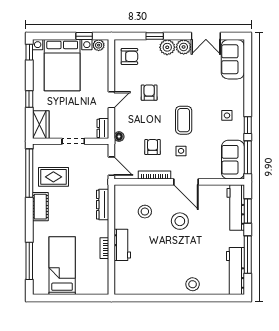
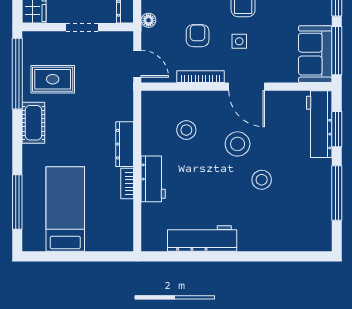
dresser: (103, 205) -> (125, 144), moved
workbench: (235, 271) -> (202, 238), moved, turned 90
stool: (193, 284) -> (262, 180), moved

